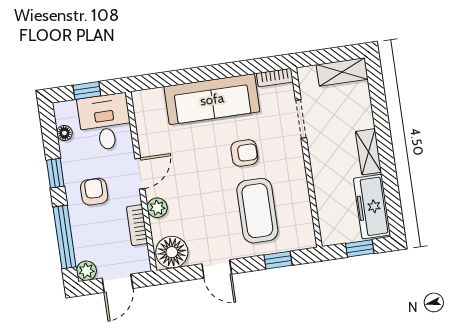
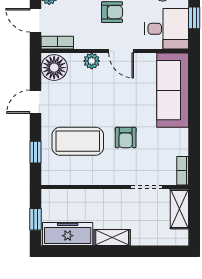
shelving: (342, 72) -> (179, 209), moved
sofa: (212, 99) -> (173, 90), moved
bookcase: (137, 225) -> (57, 43), moved

